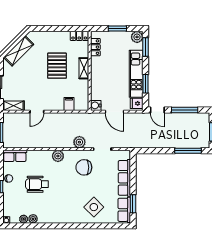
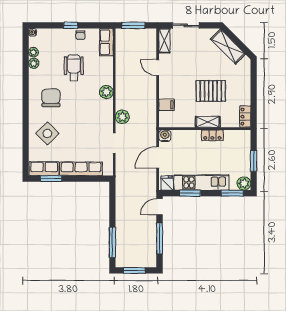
locker: (95, 47) -> (212, 135), moved
chair: (84, 167) -> (51, 98), moved

